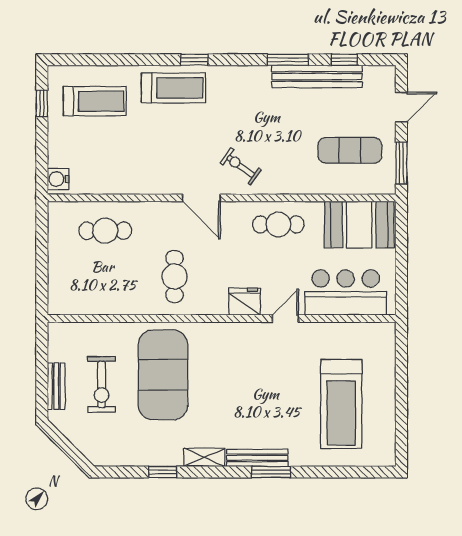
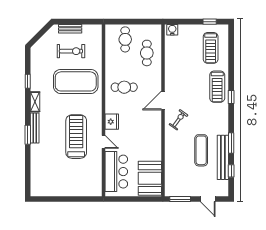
exercise mat: (350, 150) -> (201, 150), moved
cafe table: (278, 224) -> (125, 39), moved
exercise bike: (101, 384) -> (71, 51), turned 180
treadmill: (341, 404) -> (76, 137), moved, turned 90

